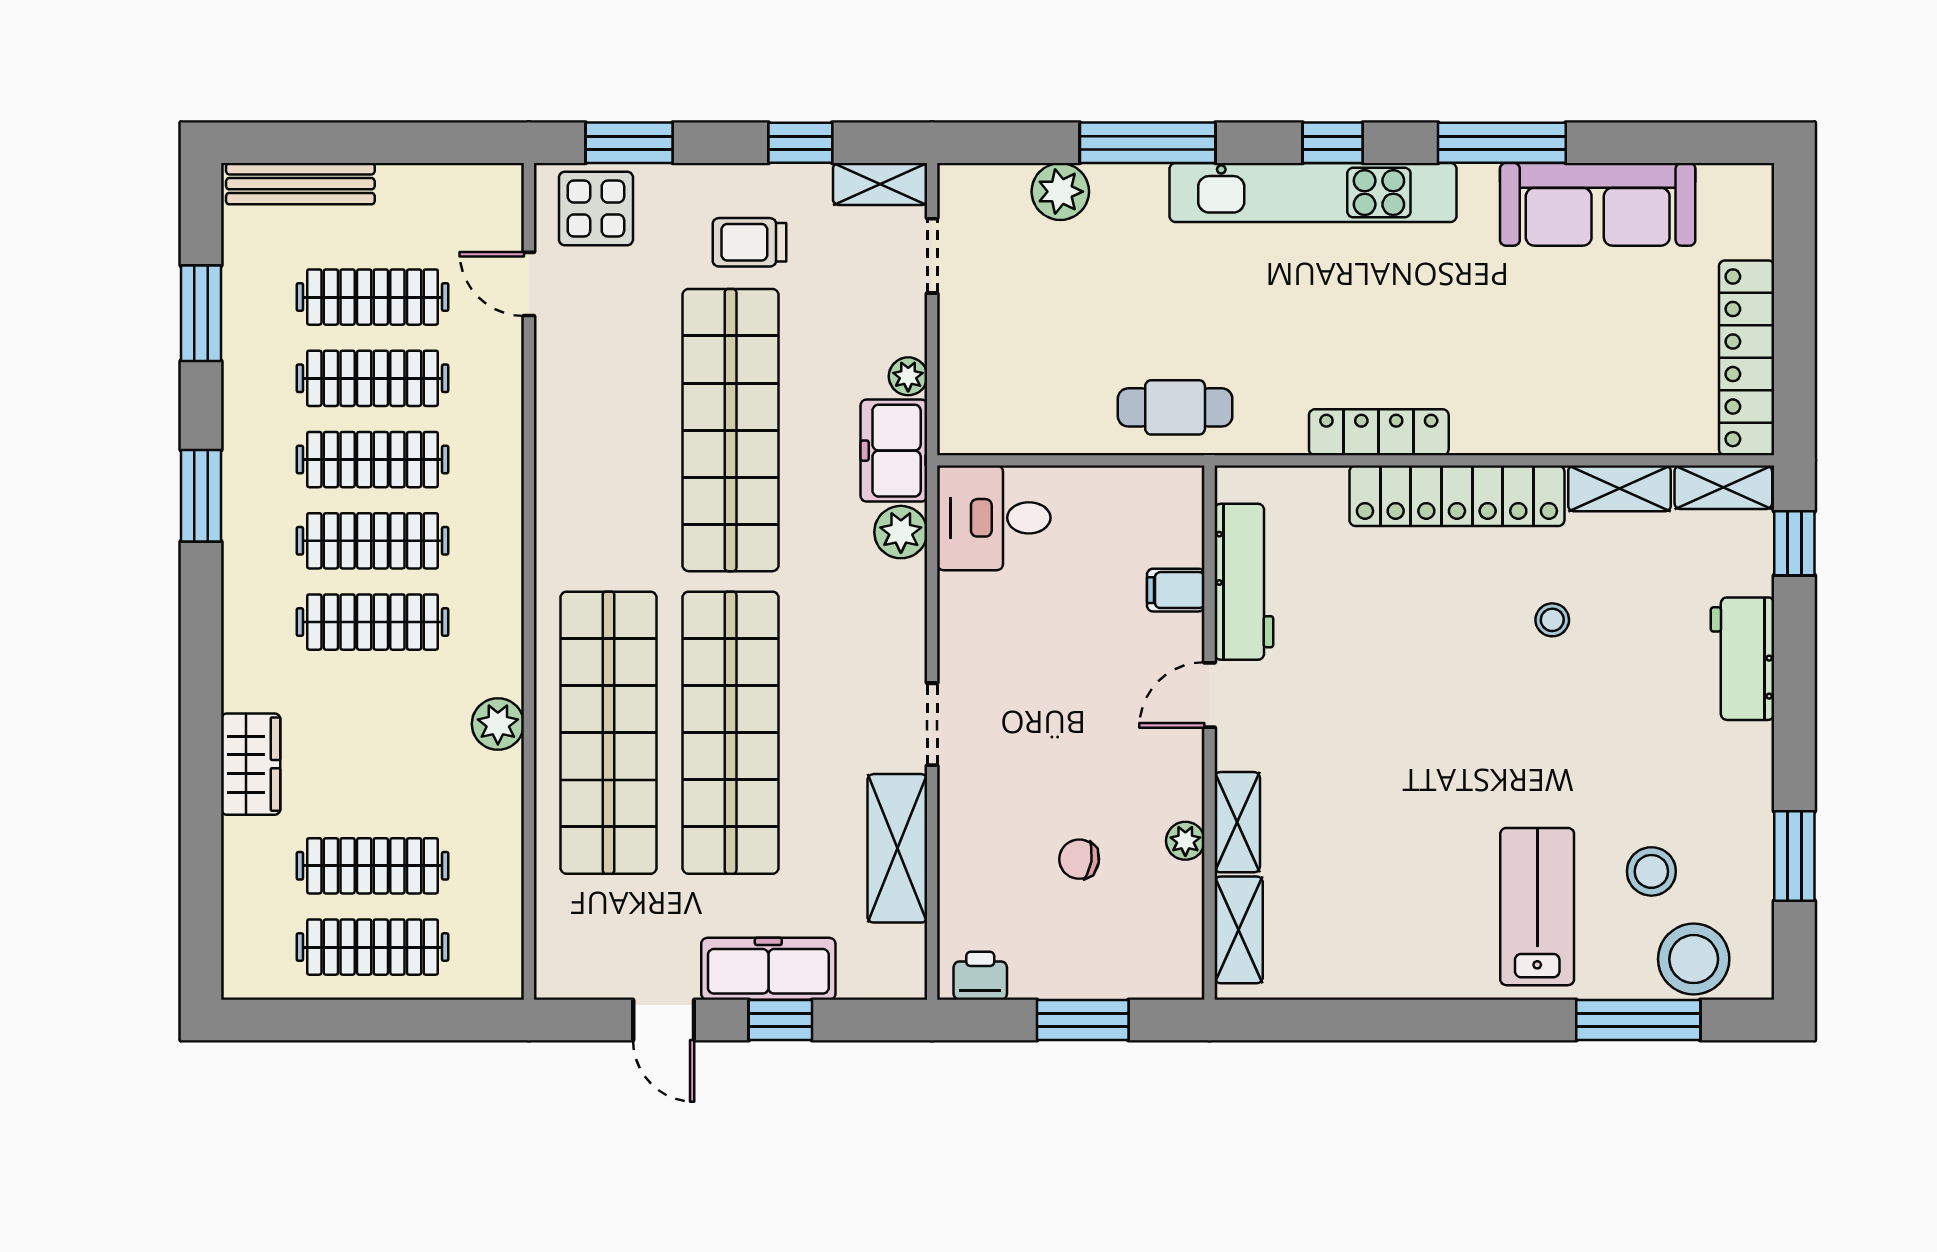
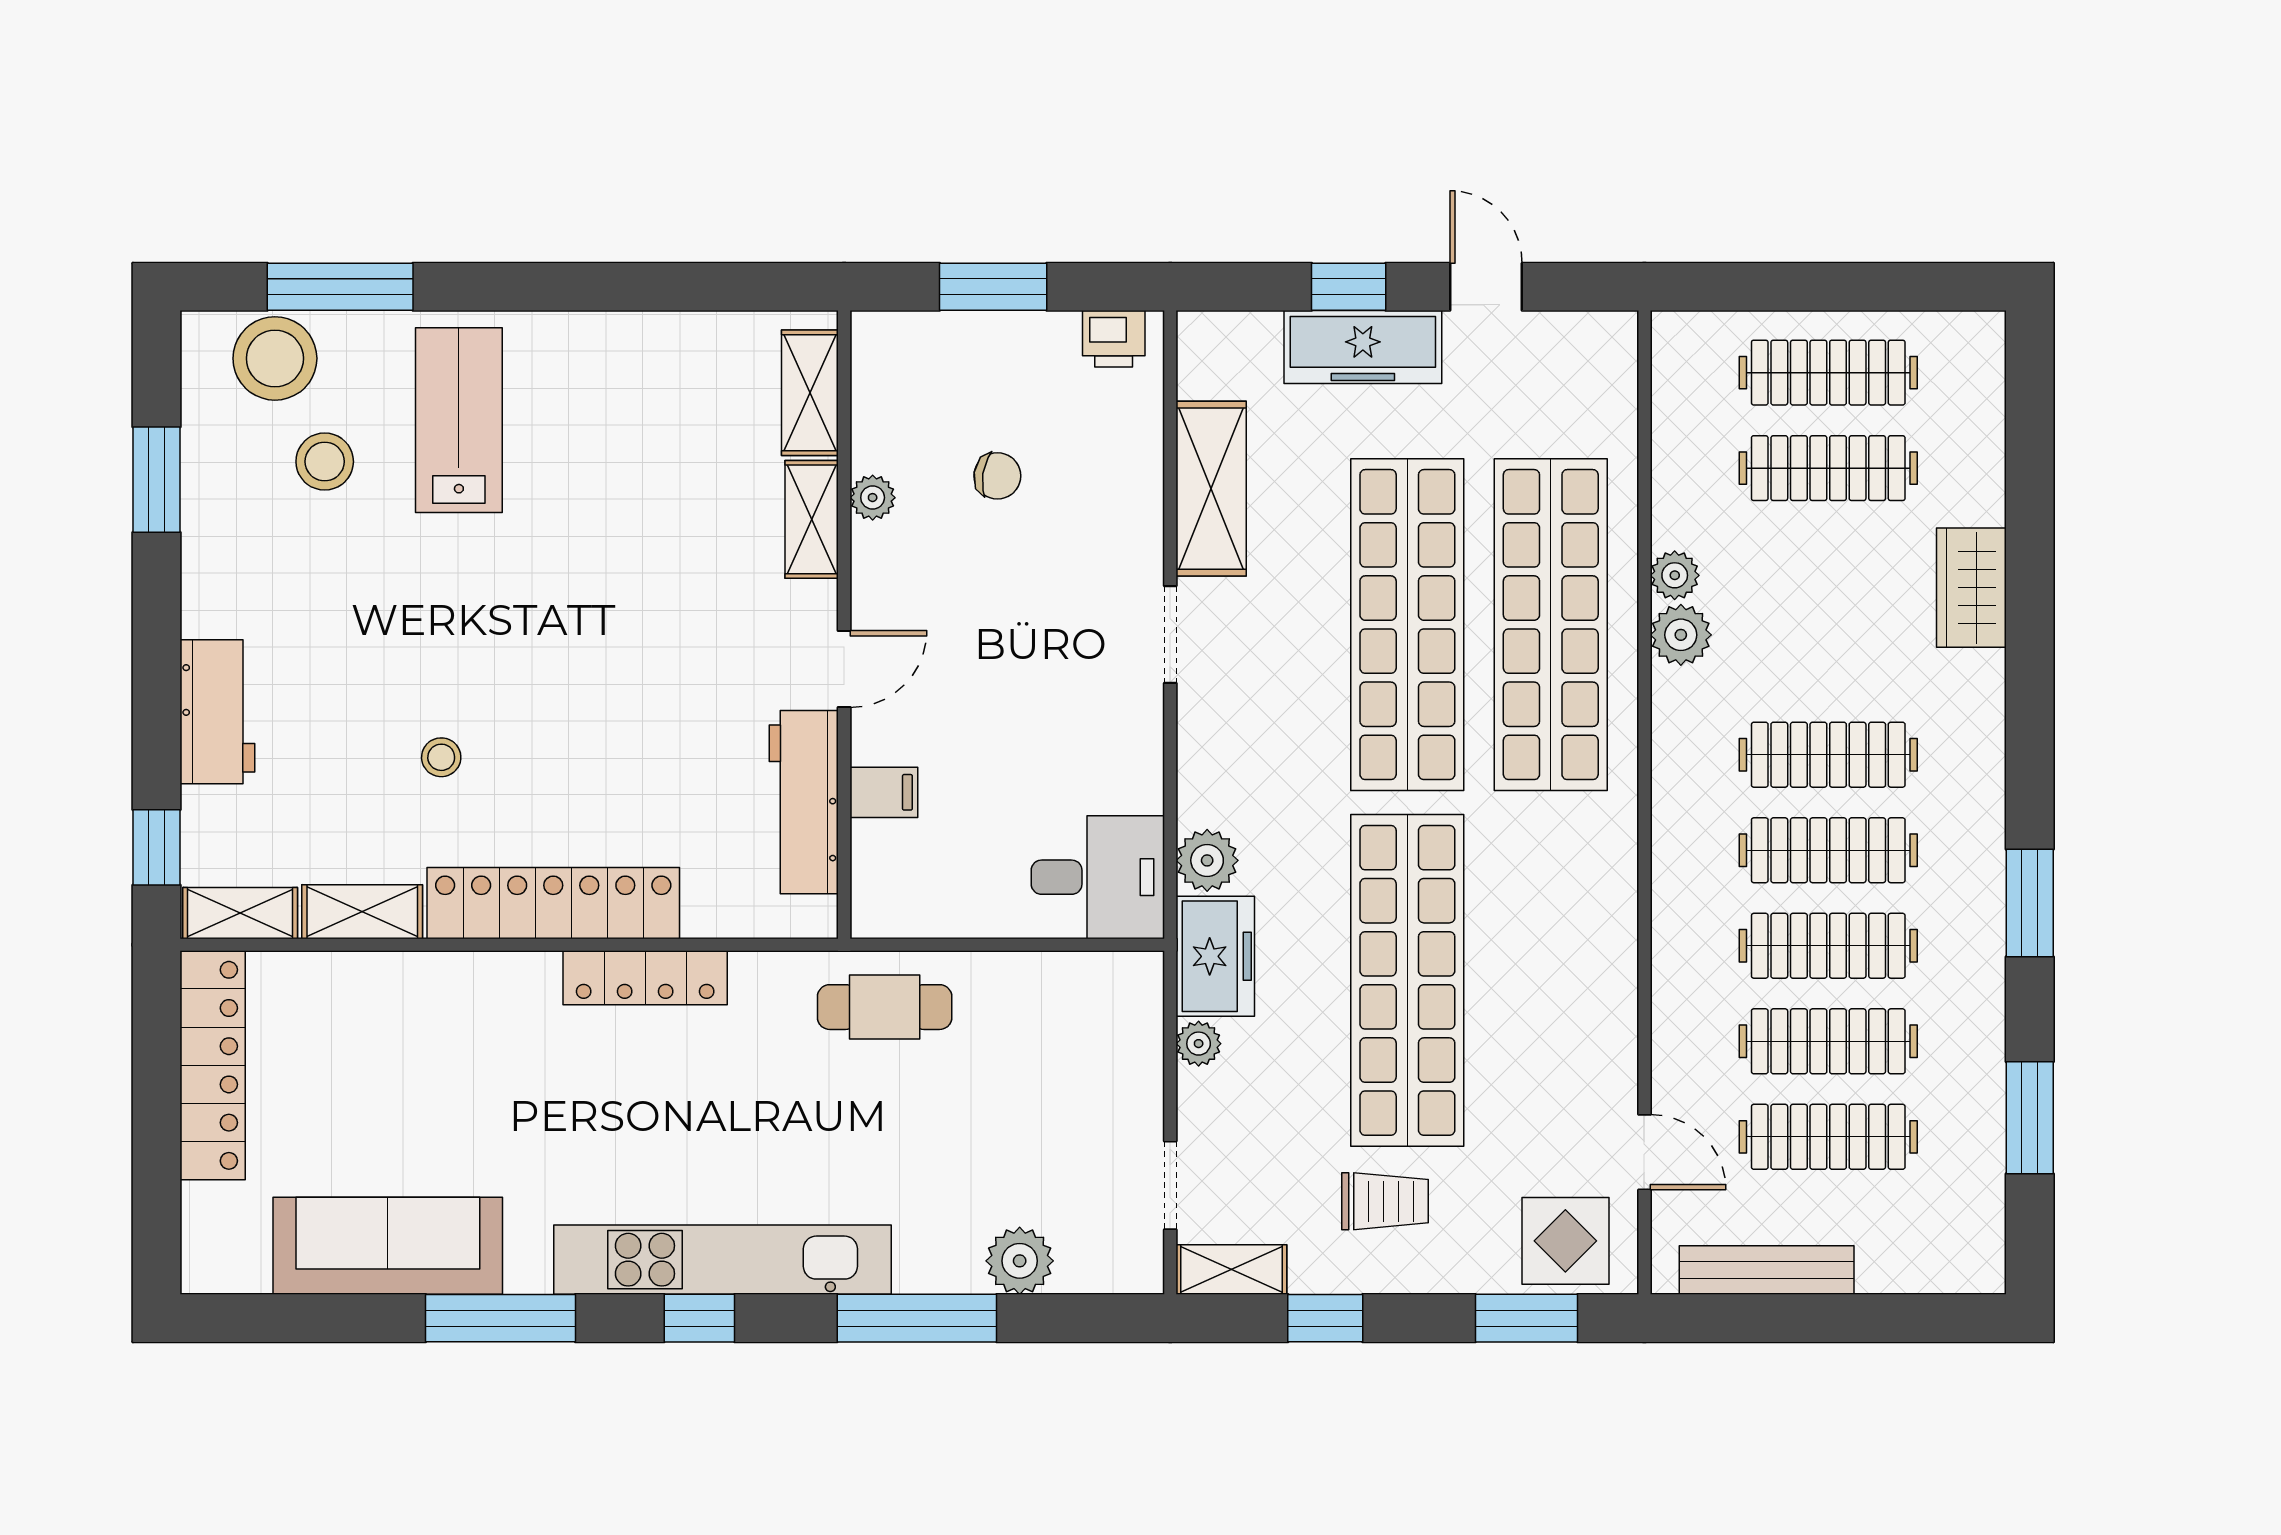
bench: (300, 184) -> (1767, 1270), moved
plant: (503, 775) -> (1675, 575), added
lab bench: (1537, 907) -> (459, 420), turned 180

